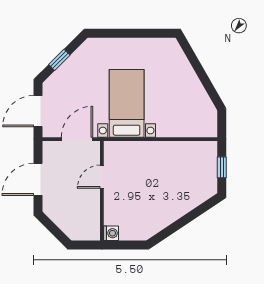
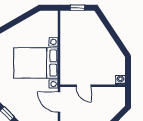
bed with nightstands: (127, 103) -> (36, 63), width x1.36

